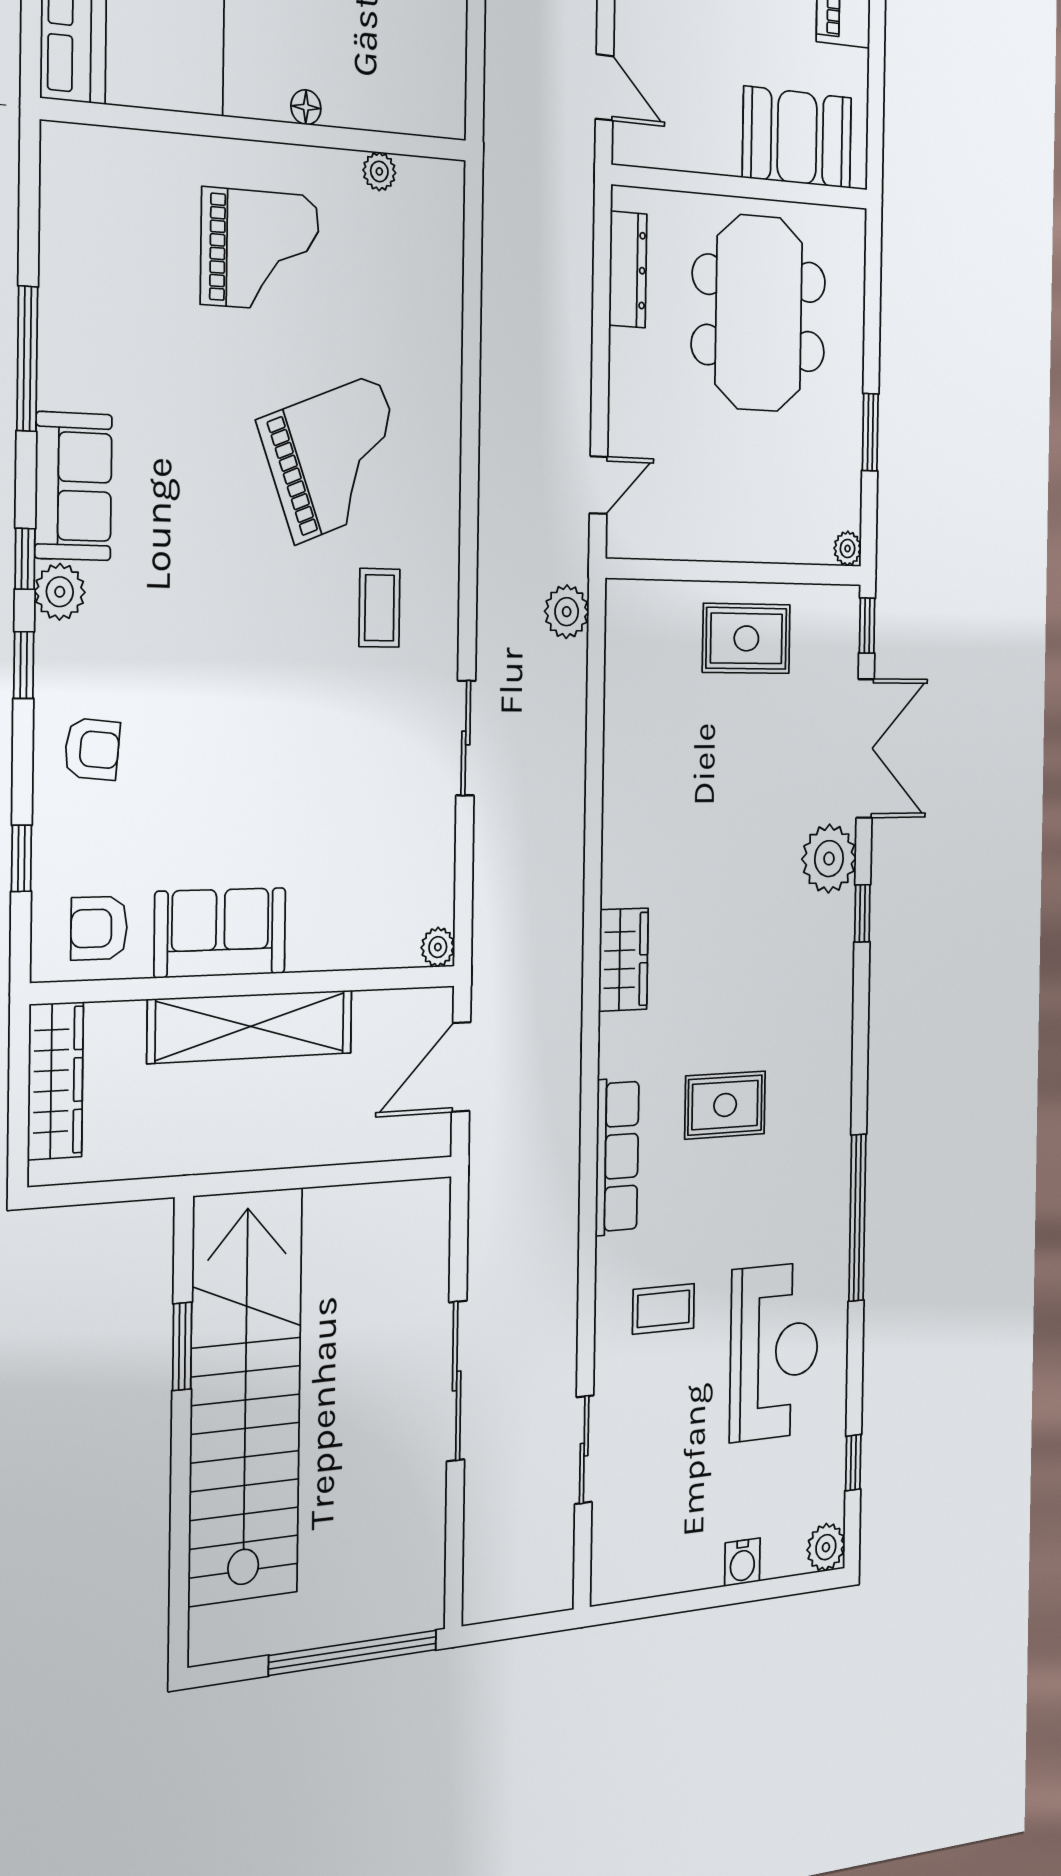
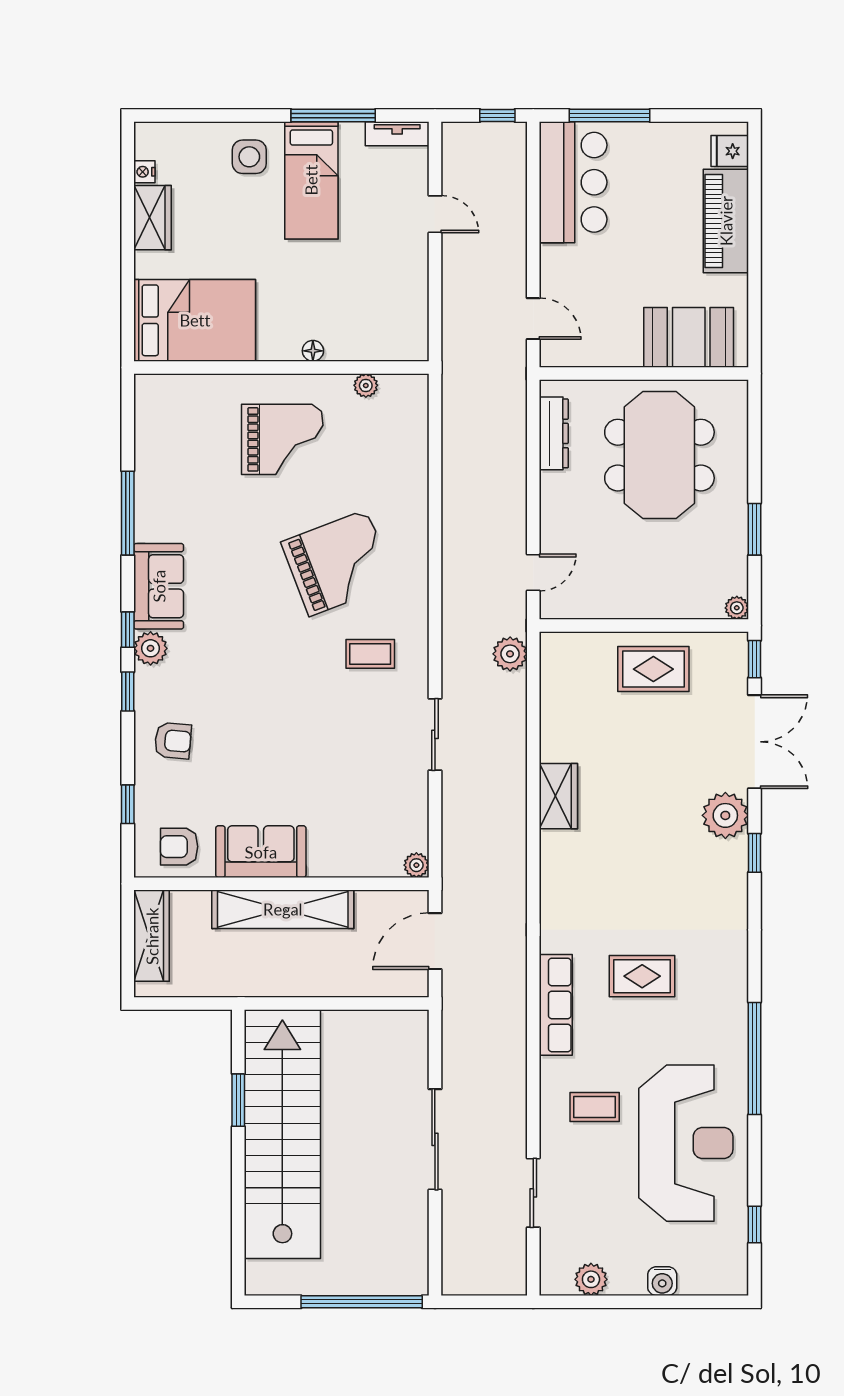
coffee table: (379, 608) -> (370, 654), turned 90
wardrobe: (623, 960) -> (558, 796), moved
reception desk: (774, 1352) -> (686, 1143), width x1.36, depth x1.30
plant: (826, 1547) -> (591, 1279), moved

